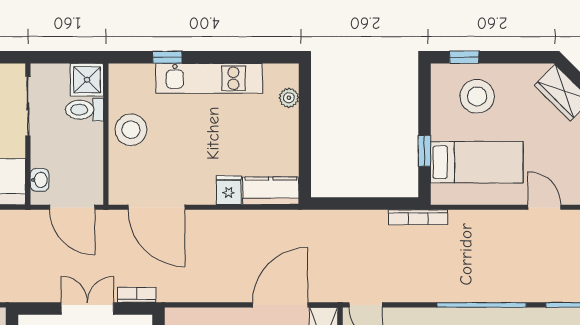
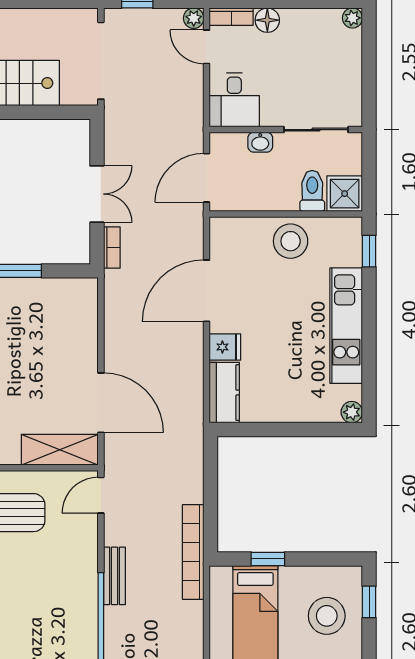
window: (167, 57) -> (369, 251), moved
plant: (289, 98) -> (352, 412), moved
washbasin: (40, 180) -> (260, 142), moved
door: (156, 207) -> (207, 291), moved
bookcase: (418, 217) -> (193, 552), width x1.48, depth x1.31
bench: (440, 292) -> (114, 576), added

